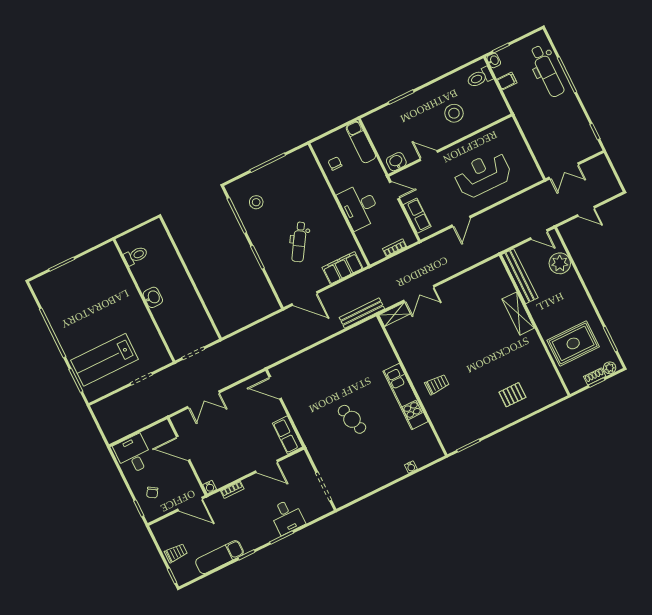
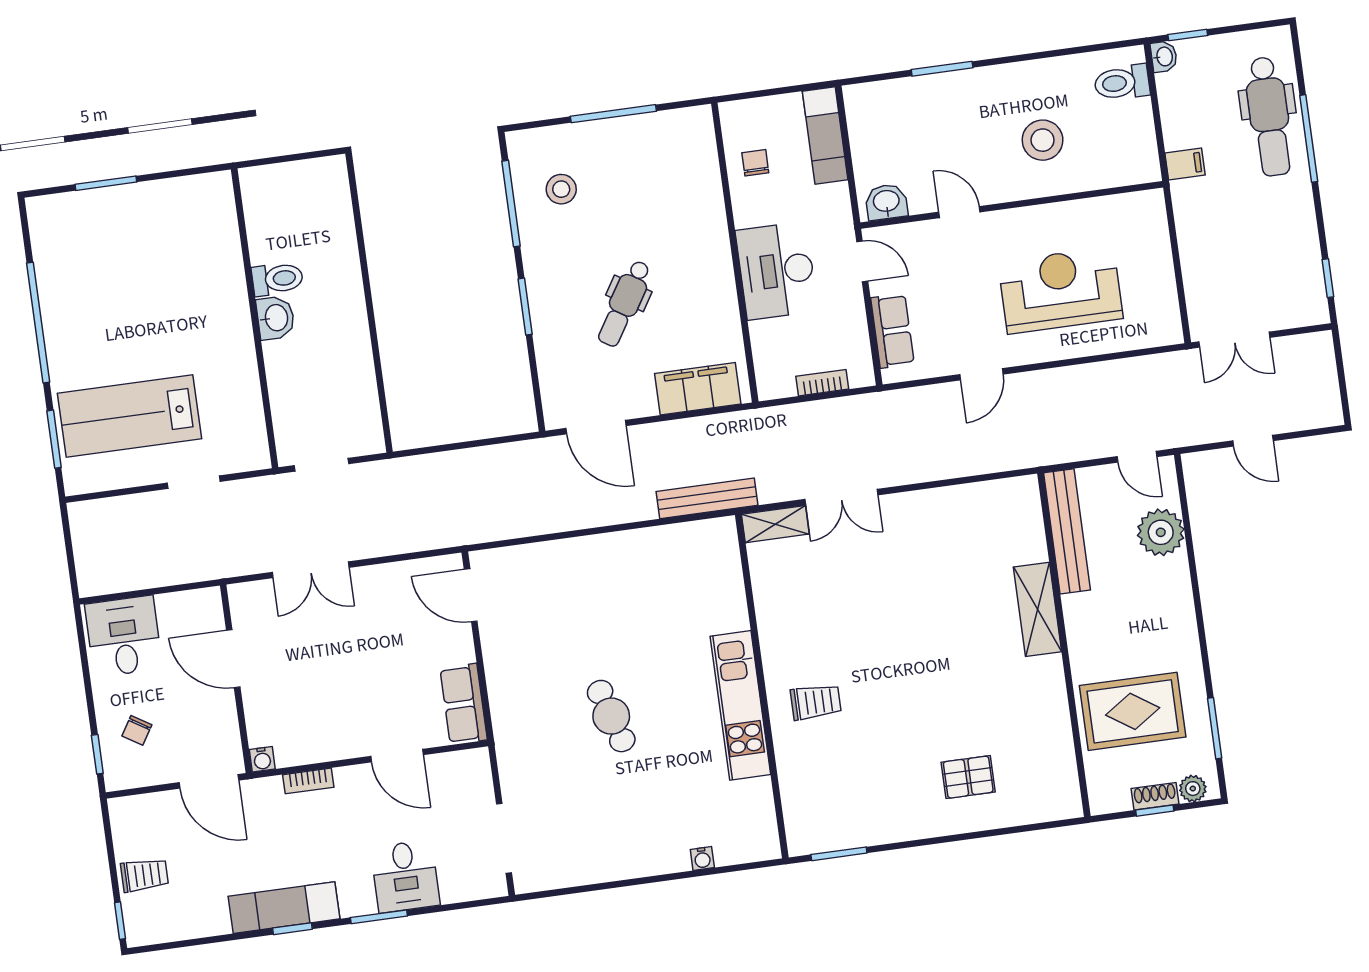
filing cabinet: (507, 81) -> (1185, 164), moved
toilet: (136, 256) -> (277, 279), moved
exam couch: (219, 557) -> (284, 908), moved

